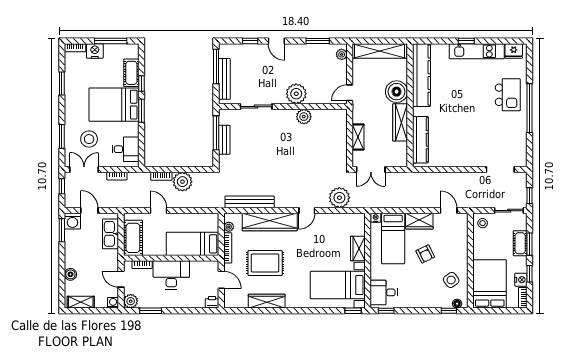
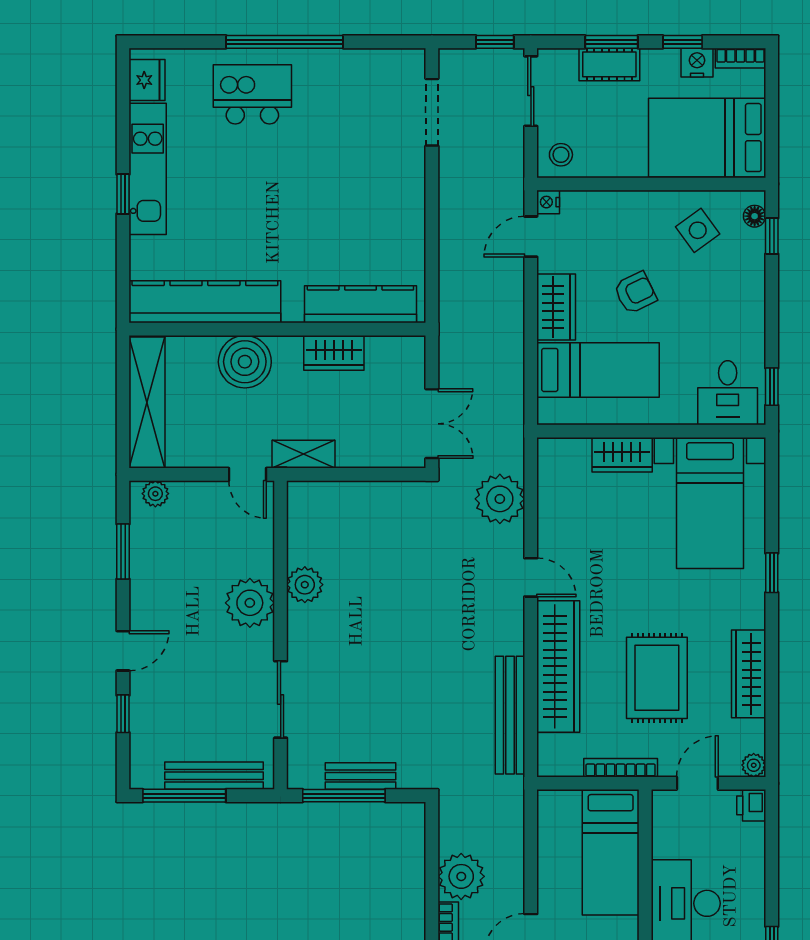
wardrobe: (400, 122) -> (334, 353), width x0.67
shelving: (358, 137) -> (304, 454), moved
nightstand: (376, 218) -> (548, 202), moved
plant: (229, 227) -> (754, 765), moved
window: (353, 311) -> (772, 573), moved

